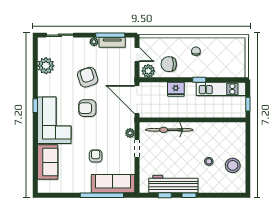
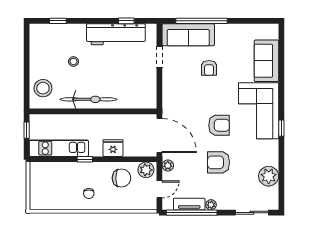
window: (110, 35) -> (192, 213), width x1.46
door: (137, 55) -> (159, 189), swing flipped
armchair: (88, 77) -> (219, 162), turned 108
bicycle: (169, 130) -> (88, 99), moved
plant: (130, 133) -> (168, 165), moved
doorway: (137, 148) -> (159, 57), moved
stool: (233, 165) -> (43, 88), moved
window: (189, 195) -> (58, 21), moved

